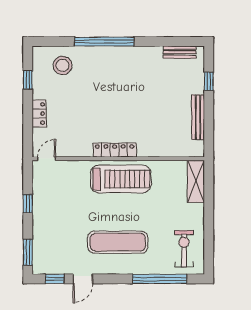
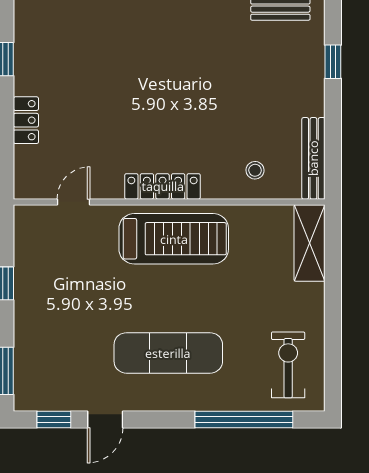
stool: (63, 65) -> (255, 170), moved, width x0.53, depth x0.53
bench: (198, 117) -> (313, 158), moved
door: (47, 159) -> (73, 202), moved

